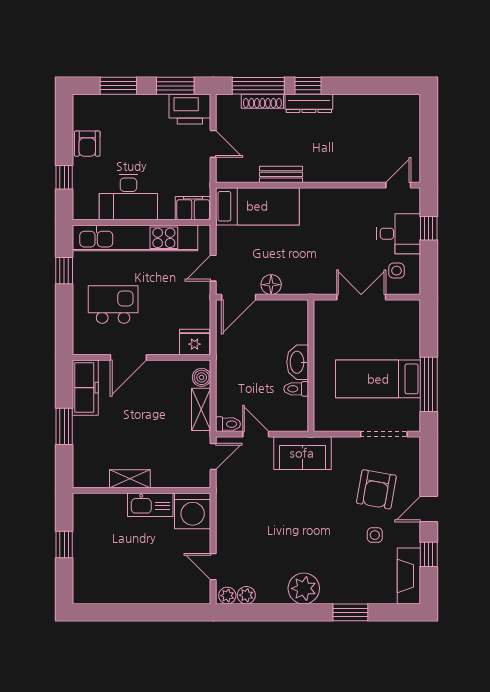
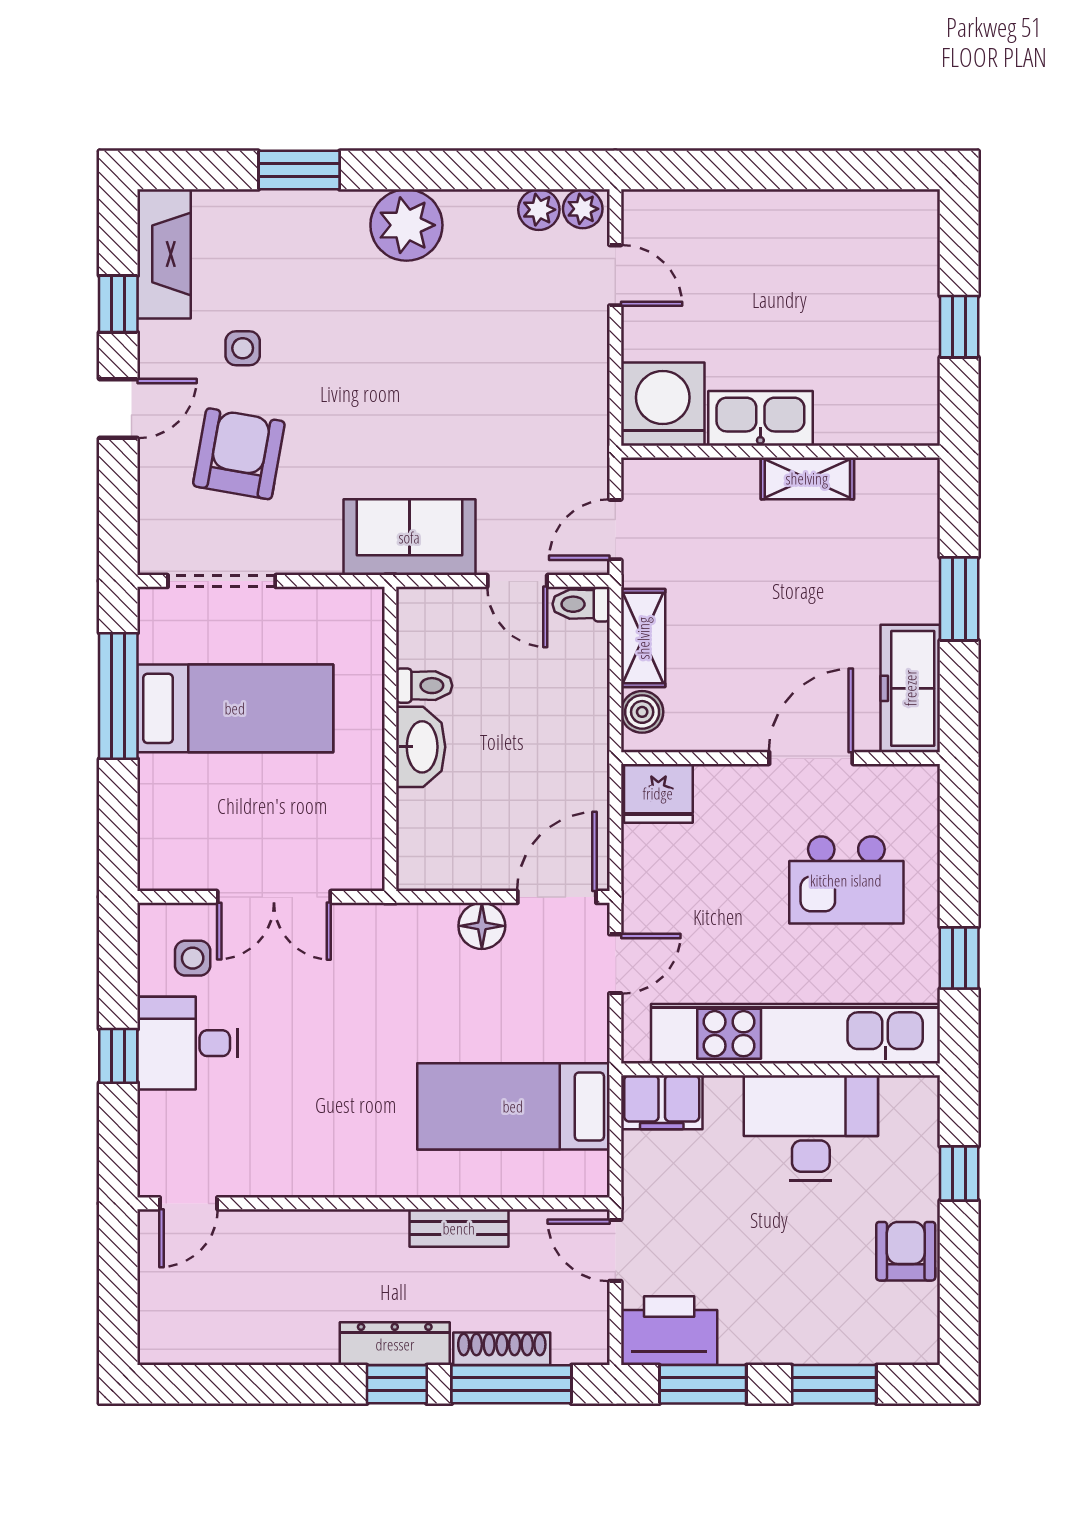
bench: (281, 174) -> (459, 1228), moved
wall: (318, 185) -> (374, 1203), moved
door: (398, 185) -> (189, 1203), moved

